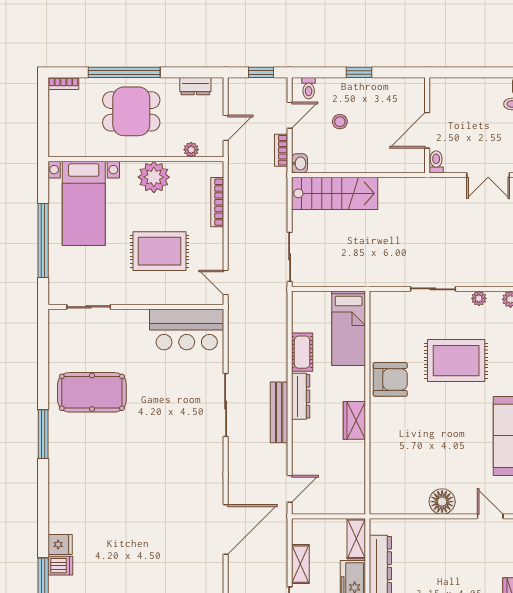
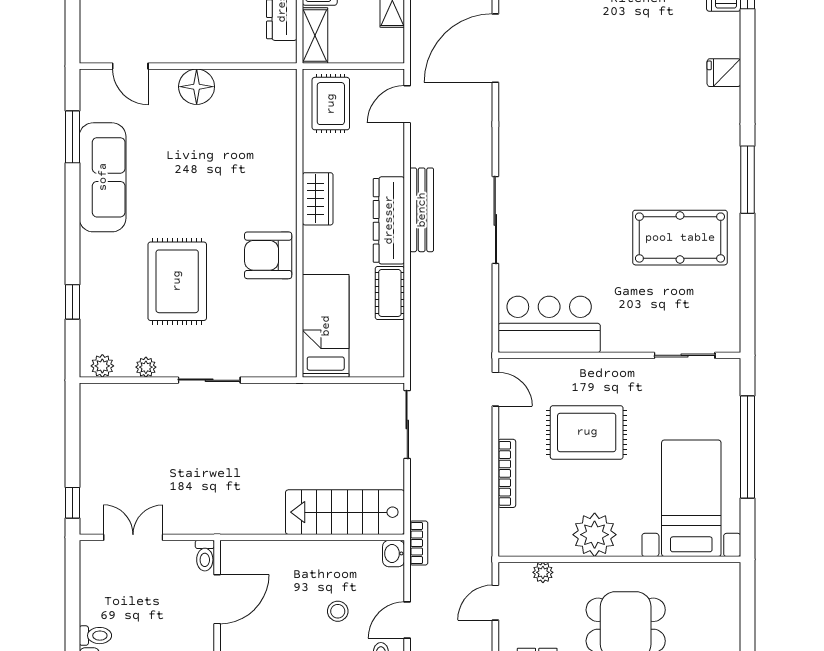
bookcase: (281, 150) -> (419, 543), moved
bookcase: (217, 202) -> (507, 473), moved
rug: (456, 361) -> (177, 281), turned 90
dresser: (301, 396) -> (389, 220), width x1.37, depth x1.24
rug: (345, 489) -> (331, 104), added
fridge: (60, 544) -> (724, 73), moved

